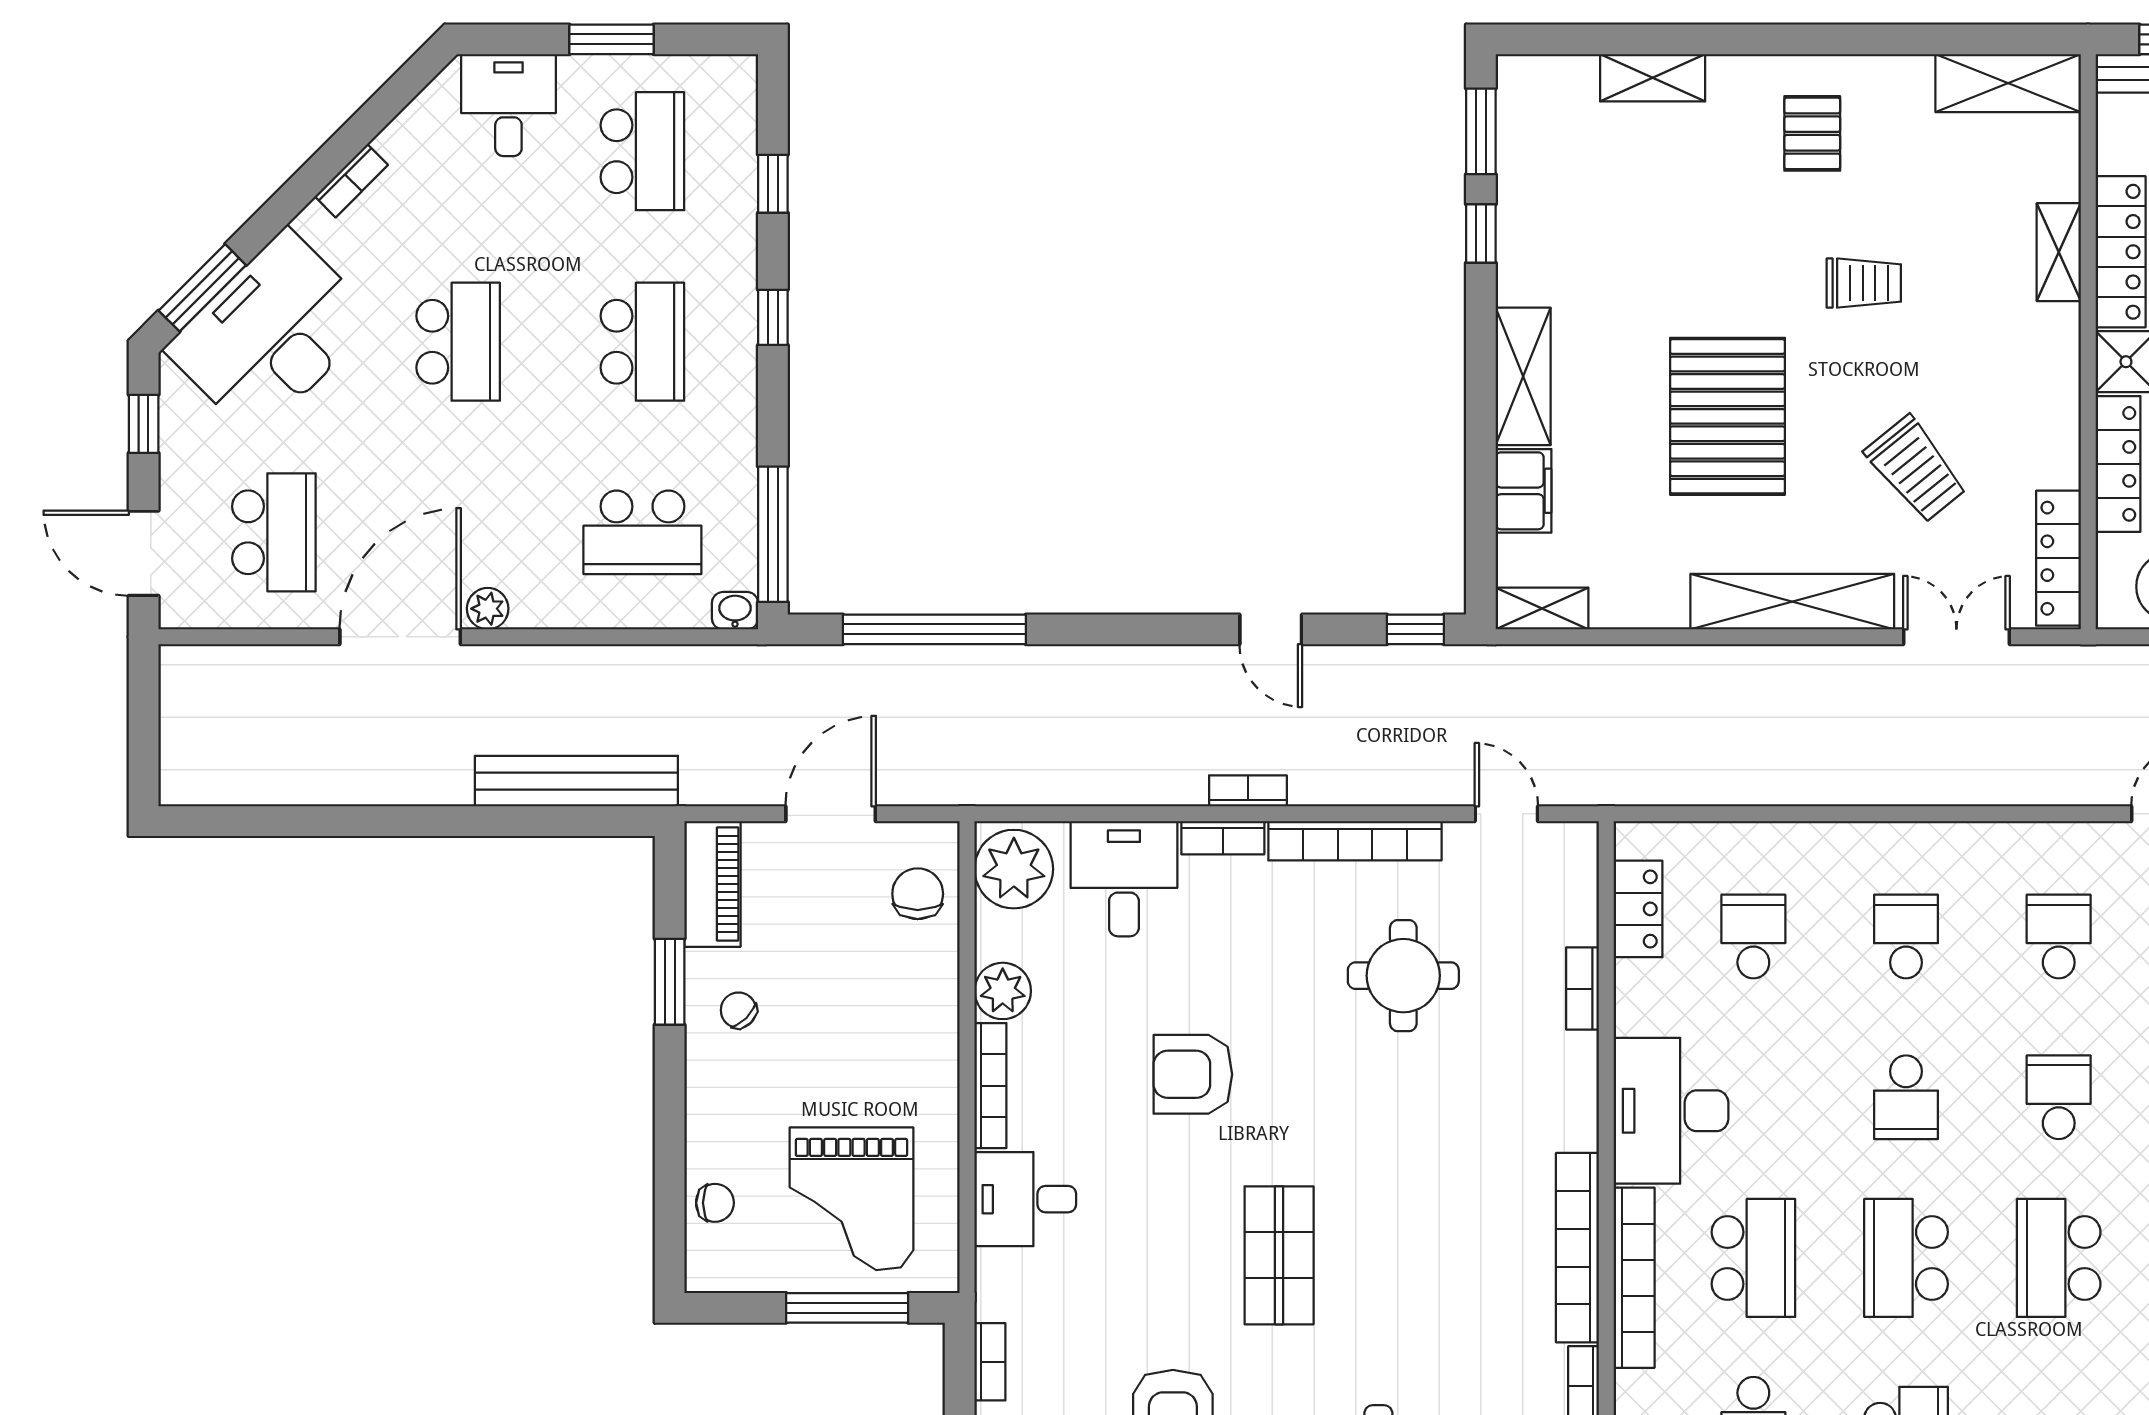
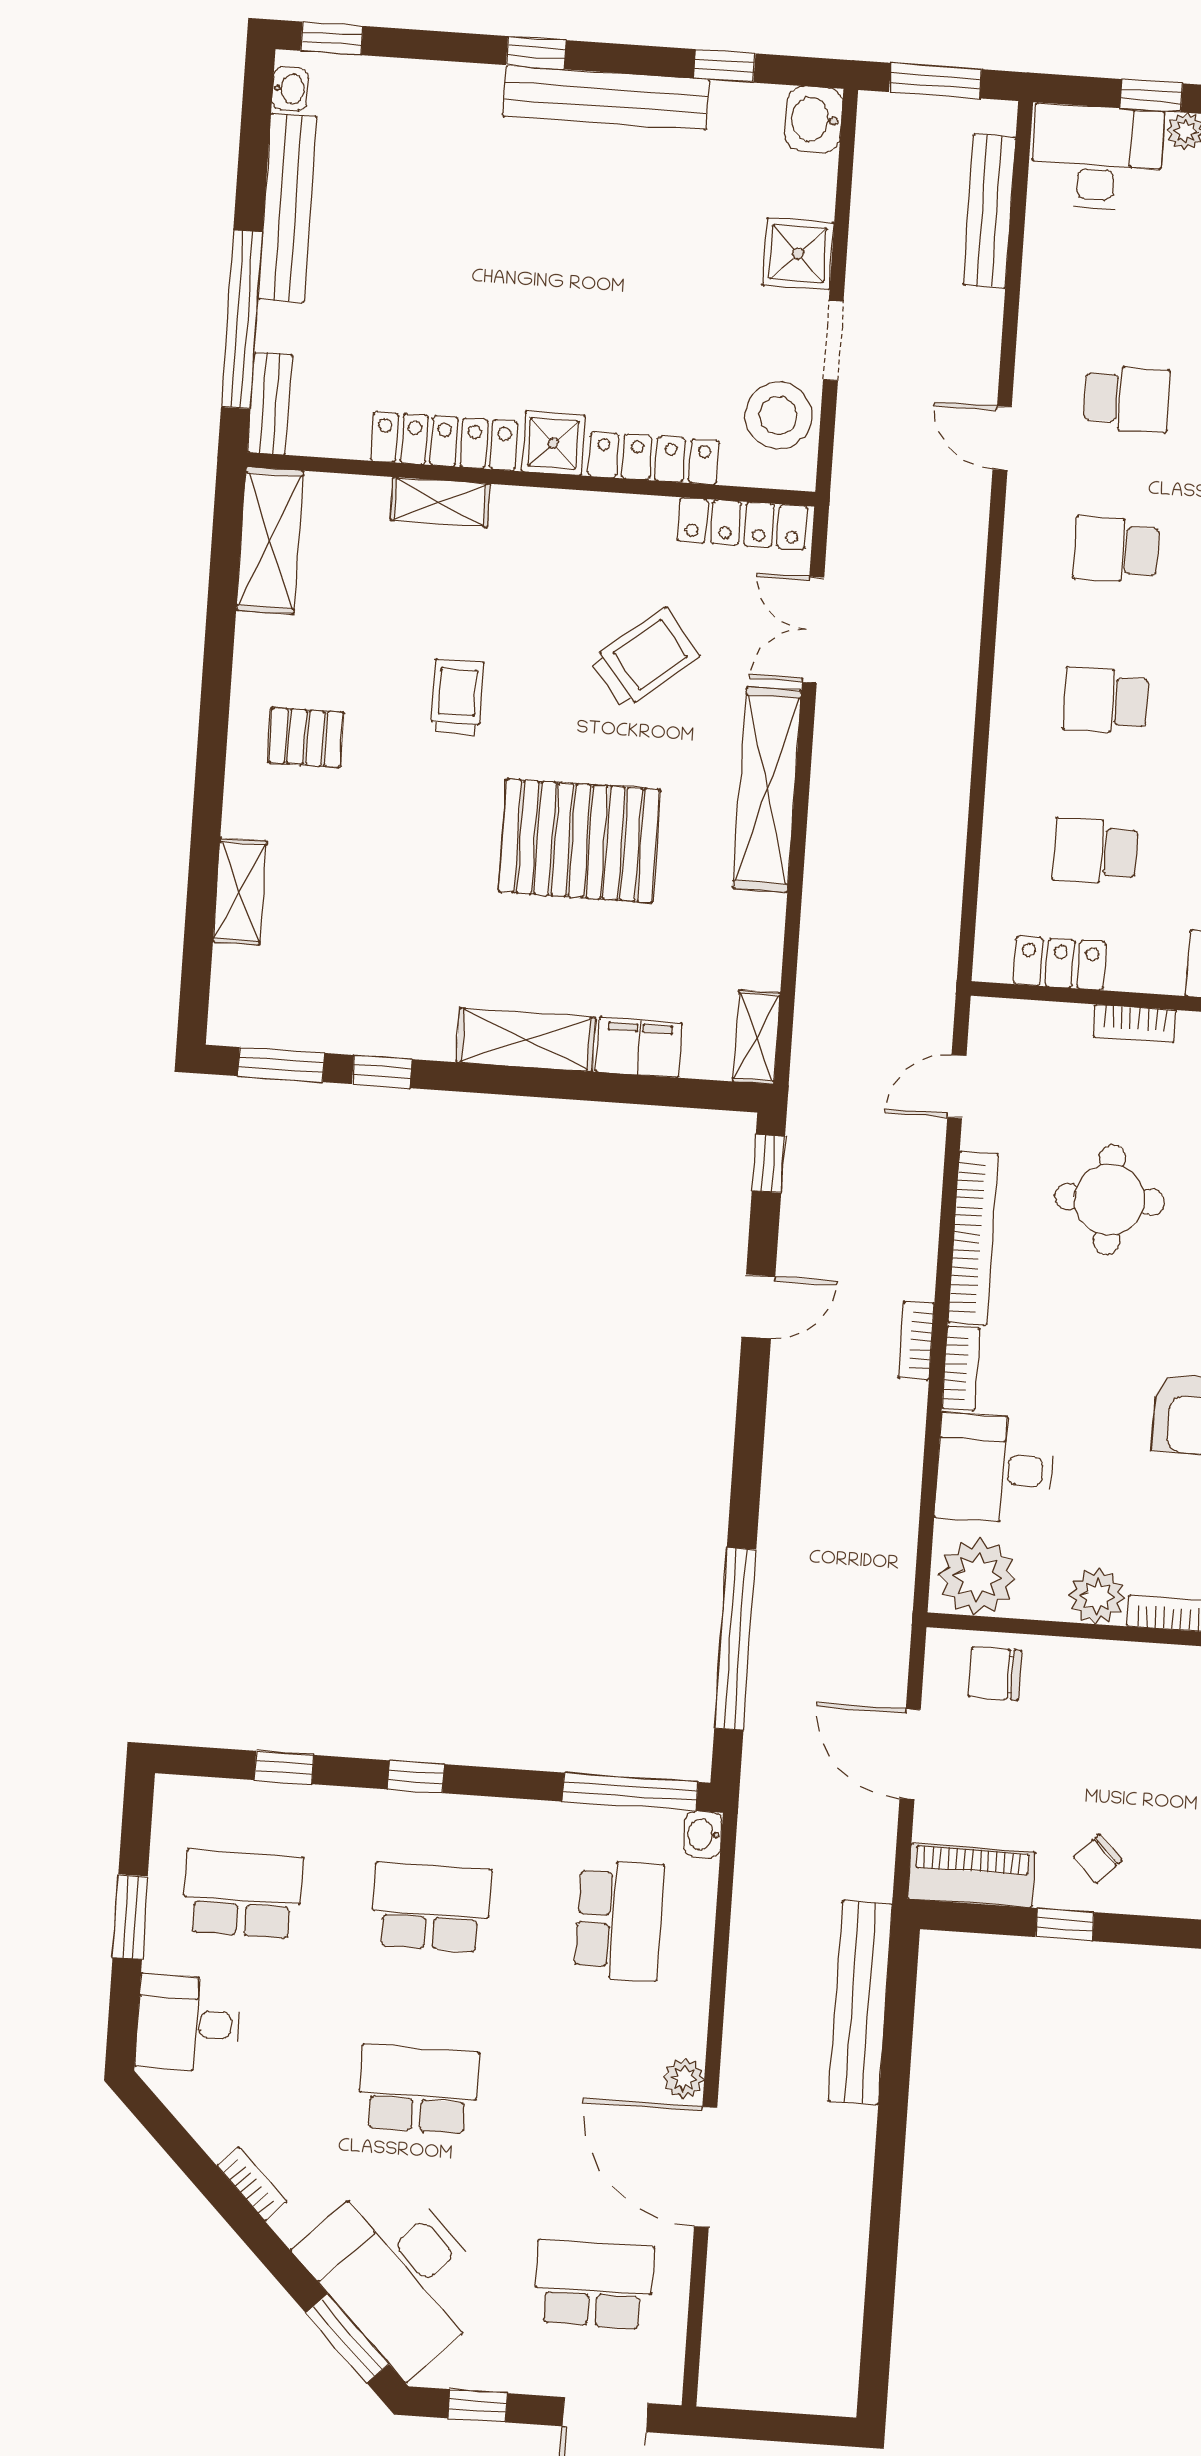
window: (670, 982) -> (1065, 1925), width x0.67

